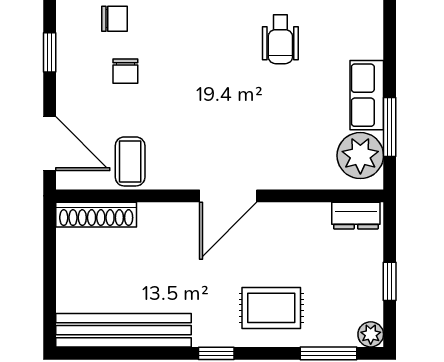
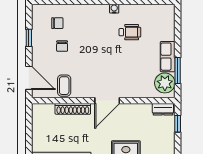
wheelchair: (280, 39) -> (130, 32), turned -90
shoe rack: (96, 215) -> (73, 109), moved
window: (390, 281) -> (178, 124), moved

